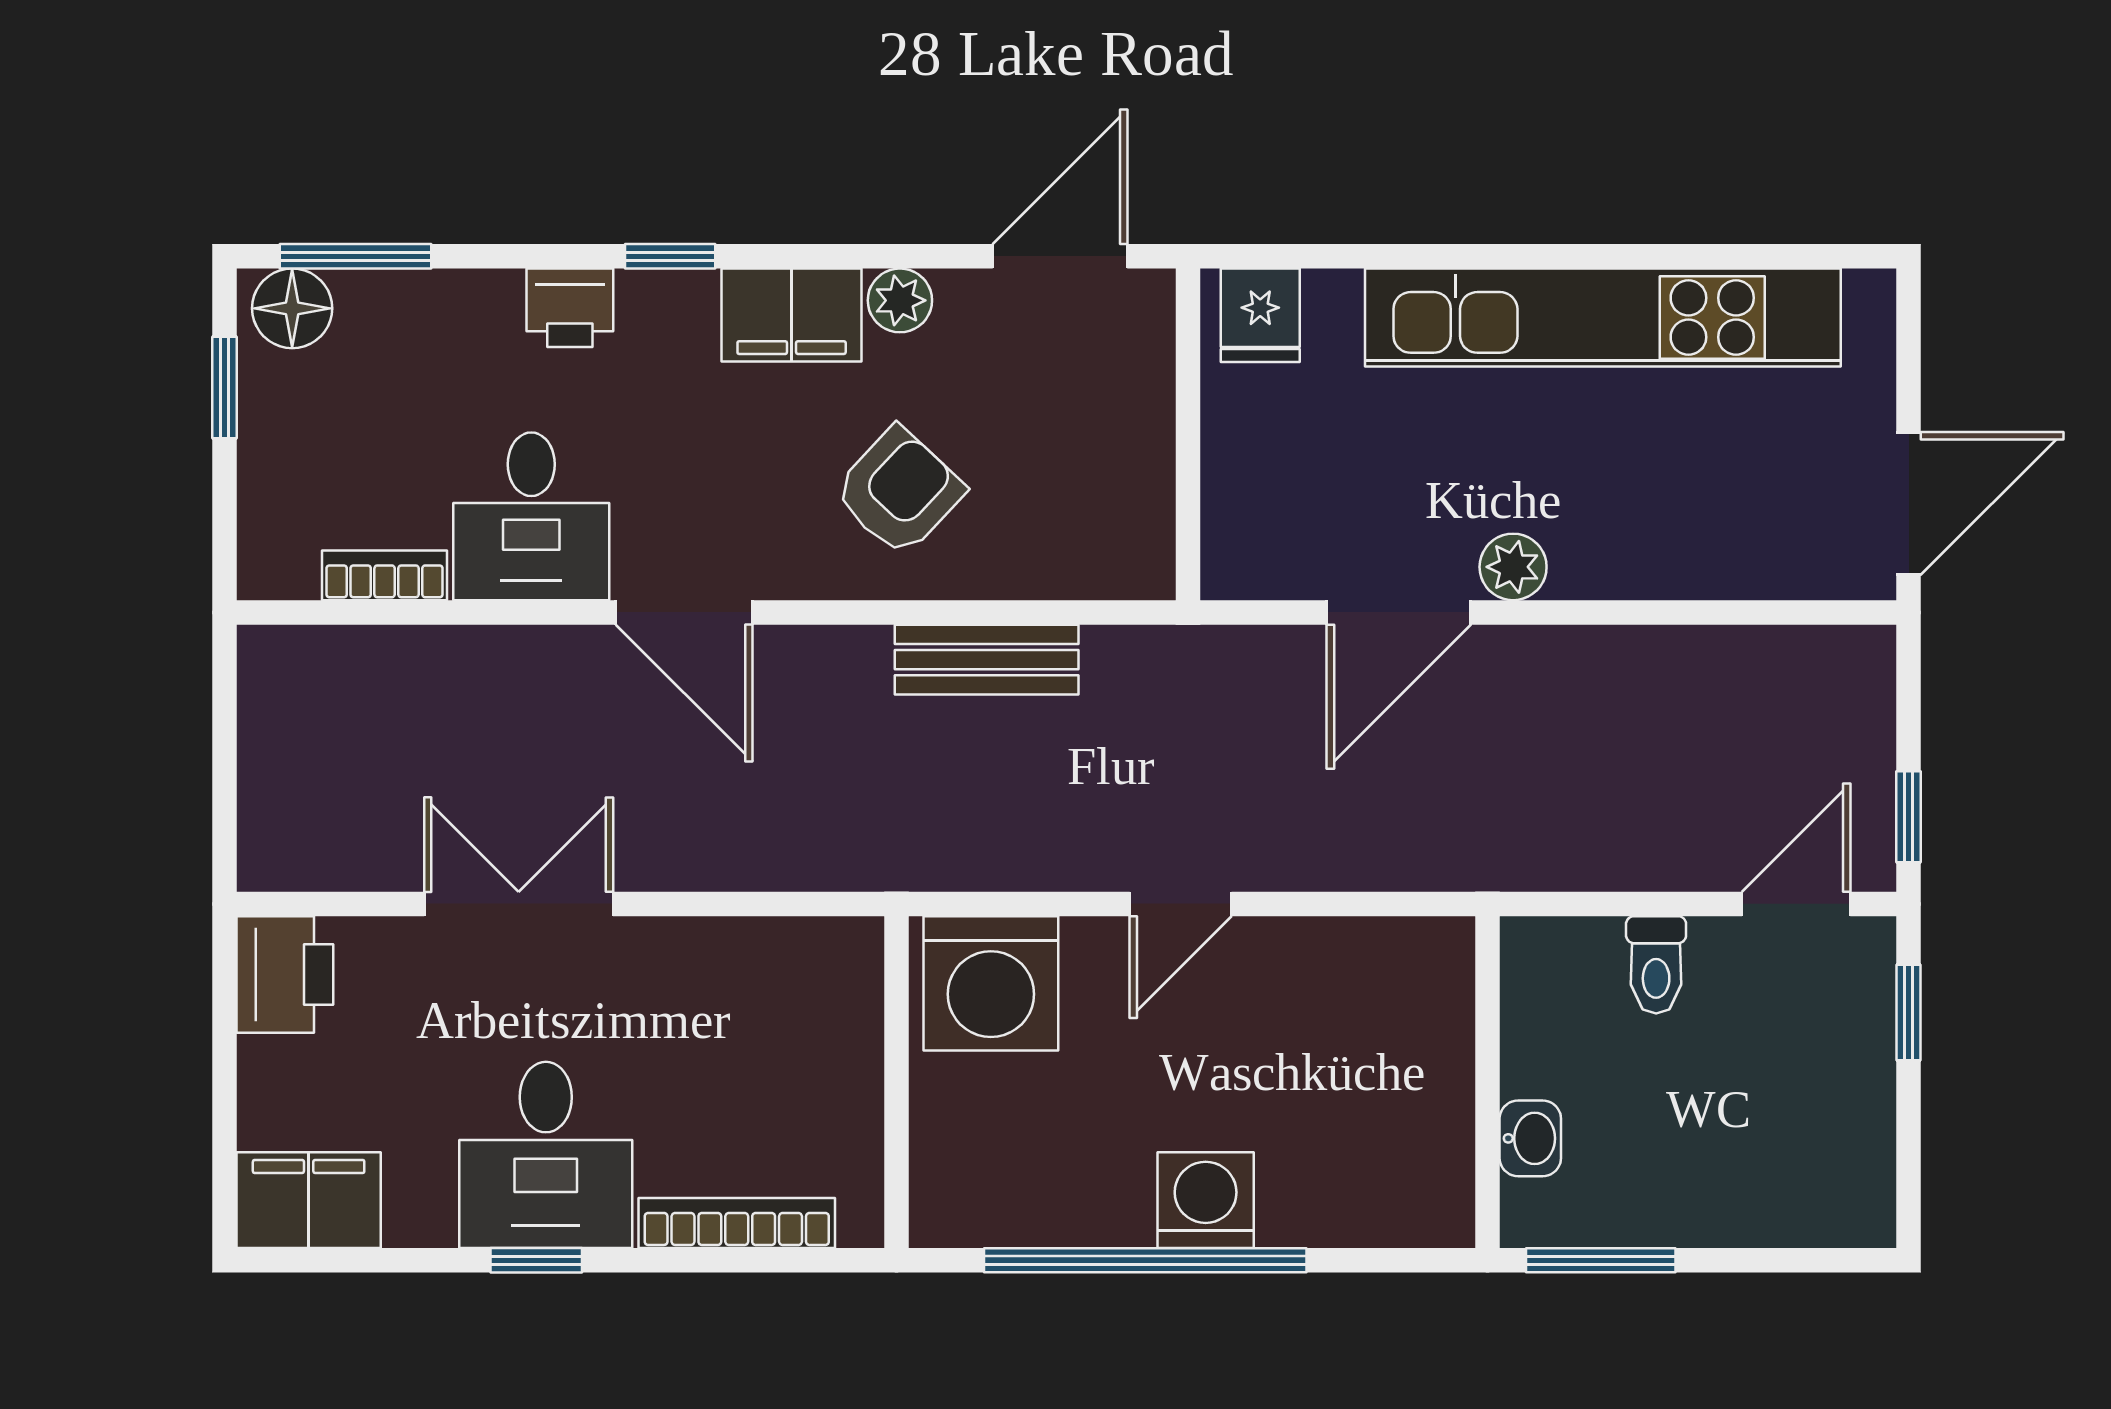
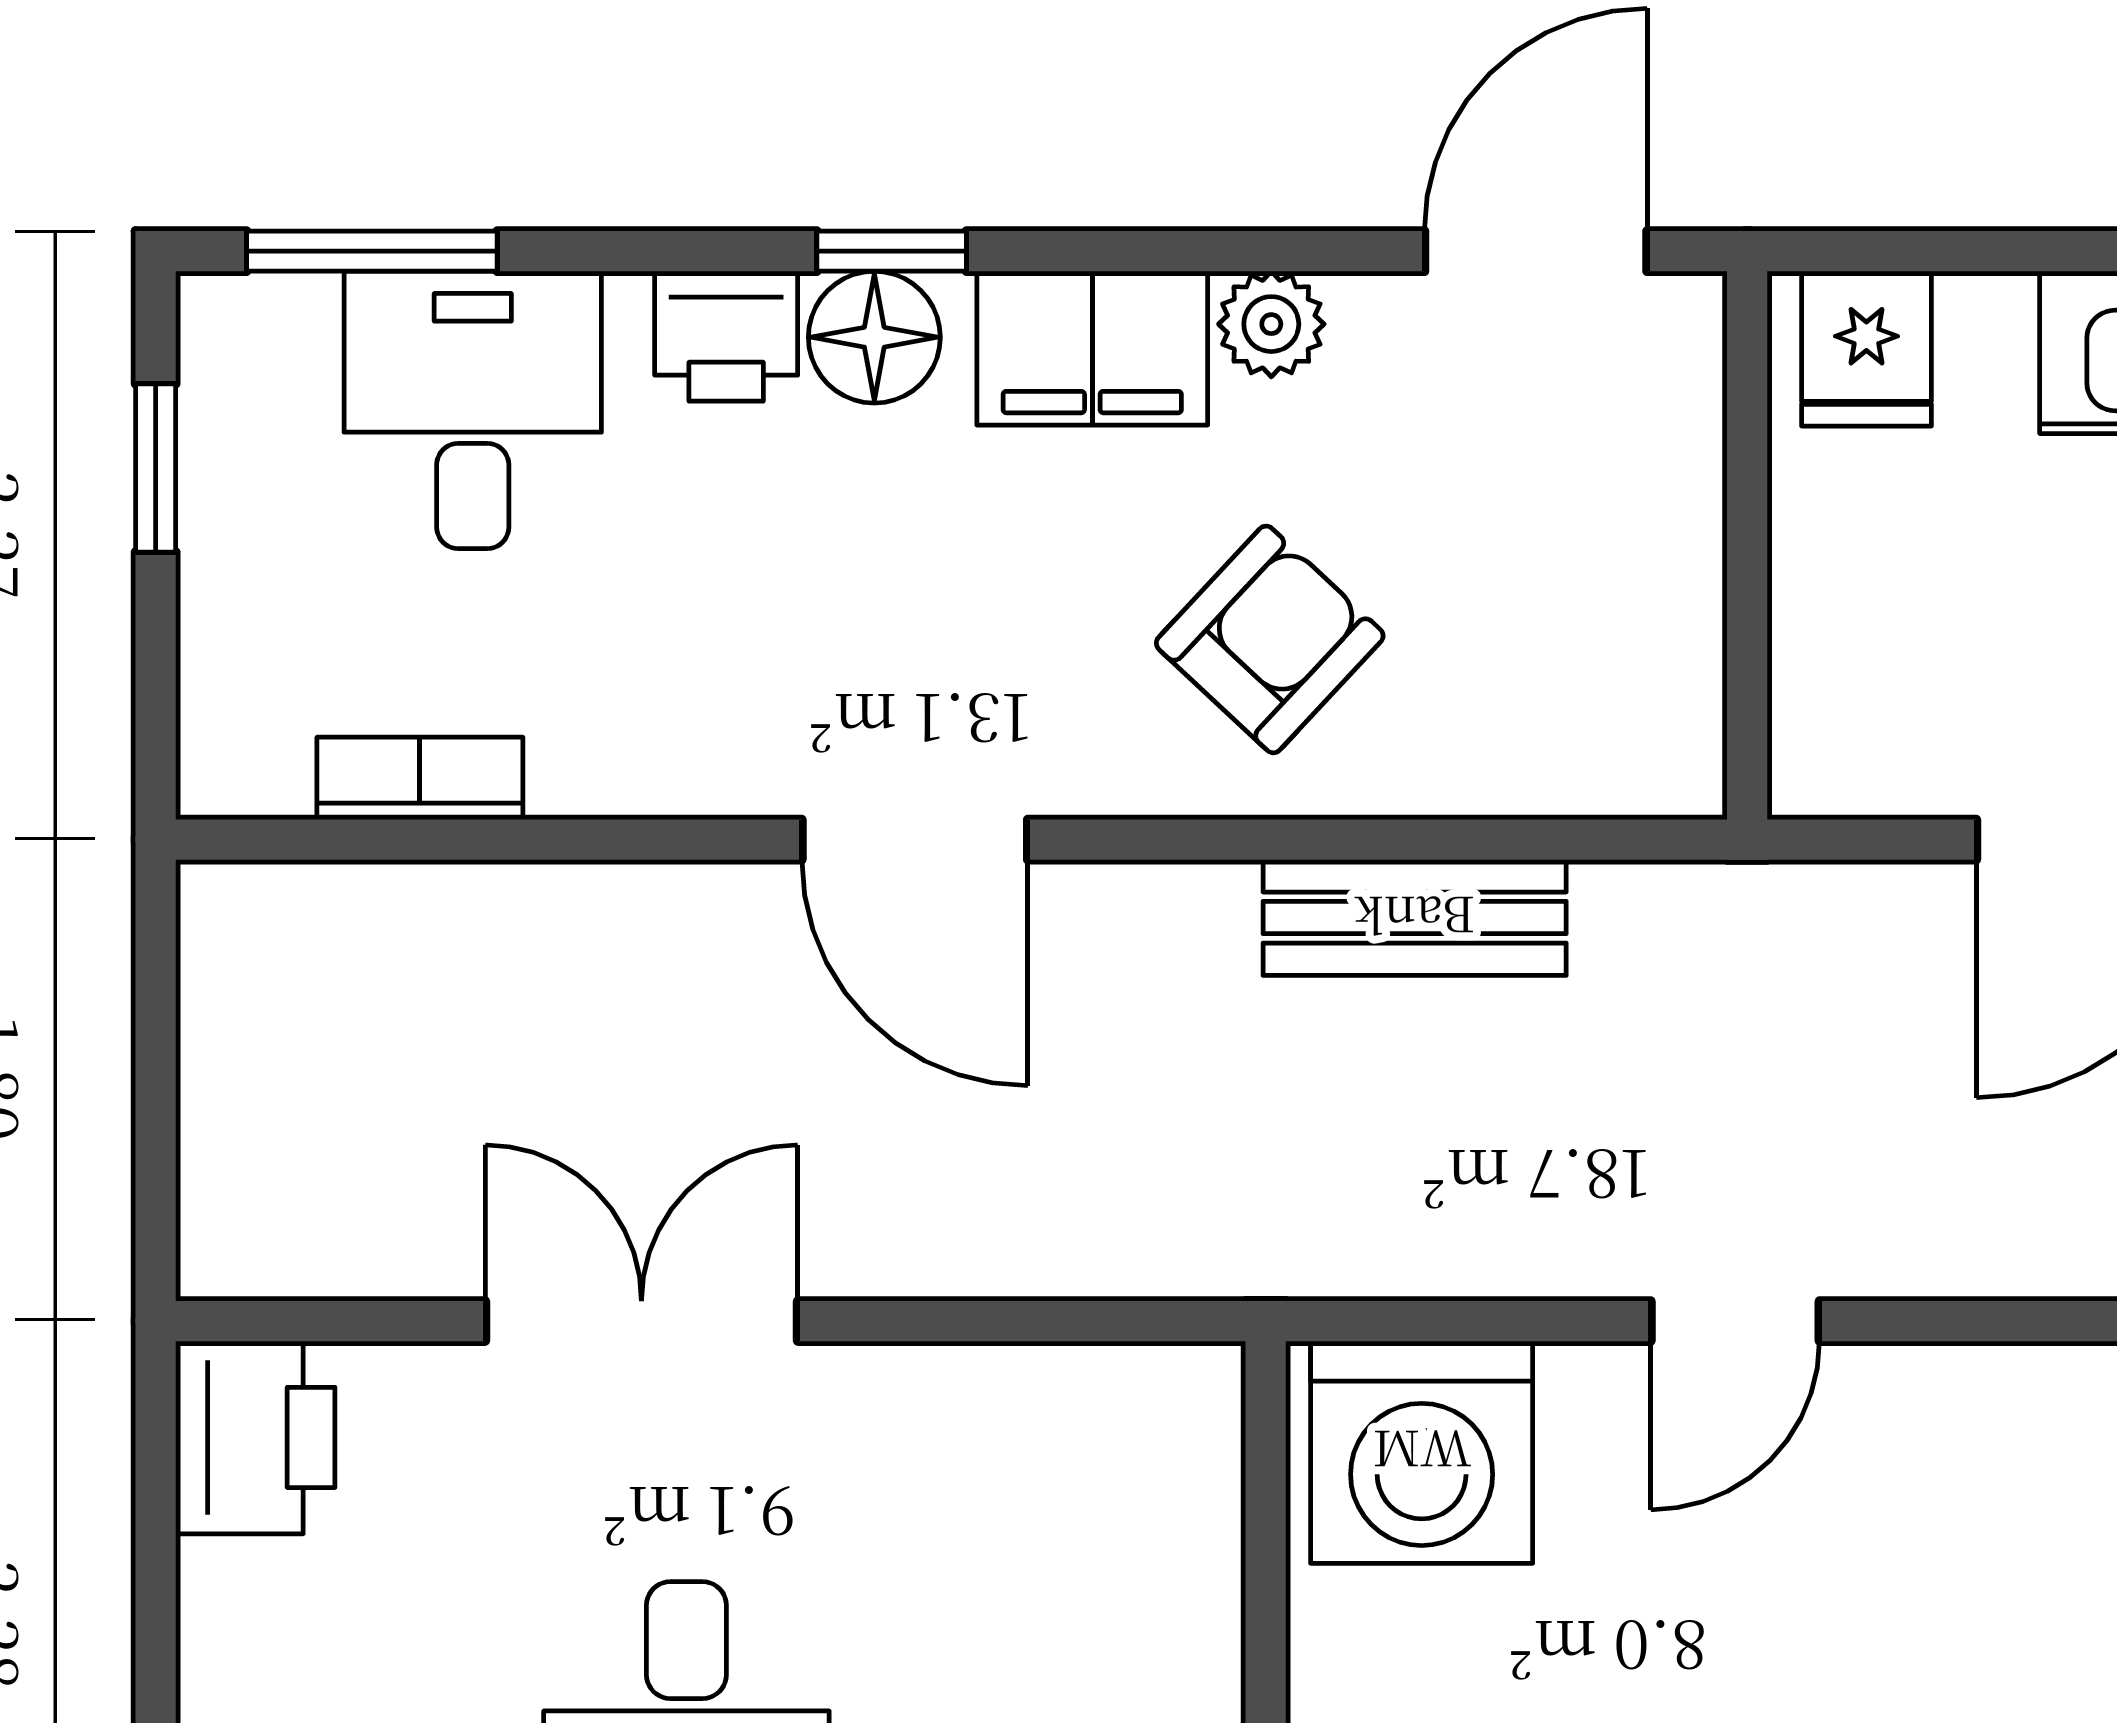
floor lamp: (292, 308) -> (874, 337), moved
desk: (531, 516) -> (473, 410), moved, turned 180

